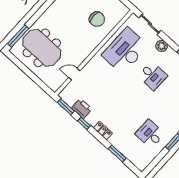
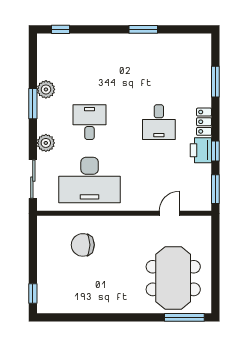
chair: (97, 19) -> (83, 245), turned -90
door: (74, 74) -> (169, 213), swing flipped
printer: (82, 109) -> (201, 150), moved
desk: (150, 134) -> (159, 122), moved

